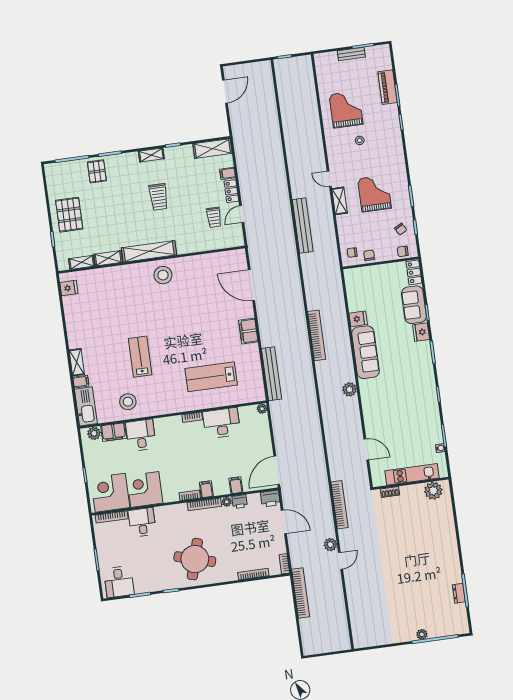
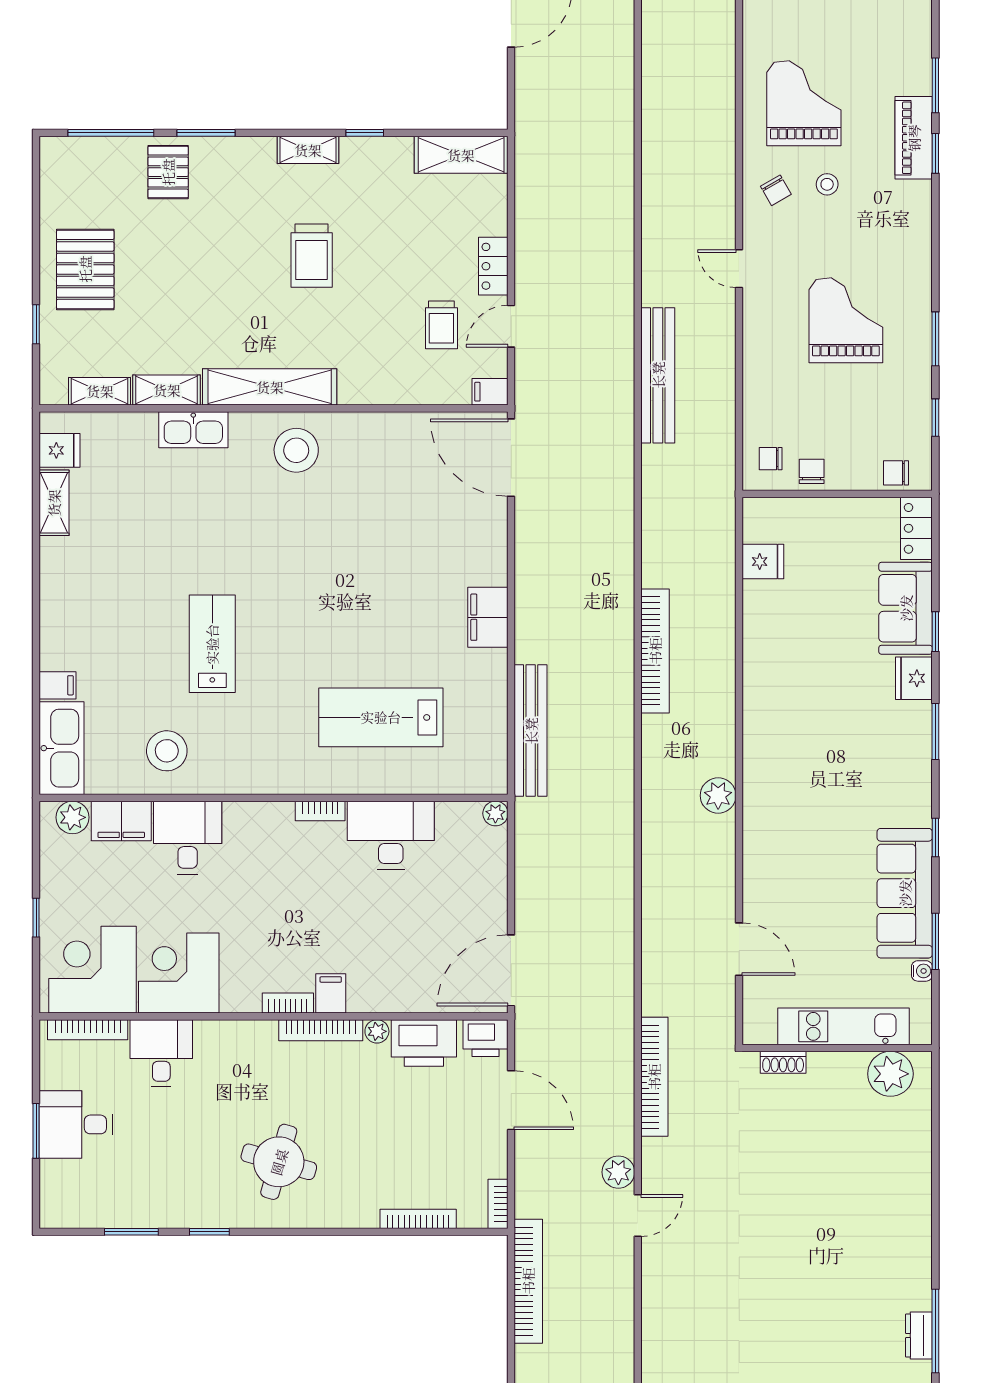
piano: (387, 87) -> (914, 138), moved
filing cabinet: (228, 173) -> (490, 392), moved
shelving: (340, 201) -> (757, 327), removed
chair: (401, 229) -> (776, 190), moved
kitchen sink: (121, 273) -> (193, 430), added
door: (251, 285) -> (511, 458), moved
fridge: (358, 319) -> (763, 562), moved
sofa: (365, 352) -> (905, 893), moved, turned 180
shelving: (77, 362) -> (54, 503), moved
filing cabinet: (236, 485) -> (405, 994), removed
printer: (240, 502) -> (424, 1043), width x1.87, depth x1.48
round table: (195, 559) -> (279, 1162), width x0.73, depth x0.73
desk: (119, 582) -> (76, 1124), moved, turned 90

